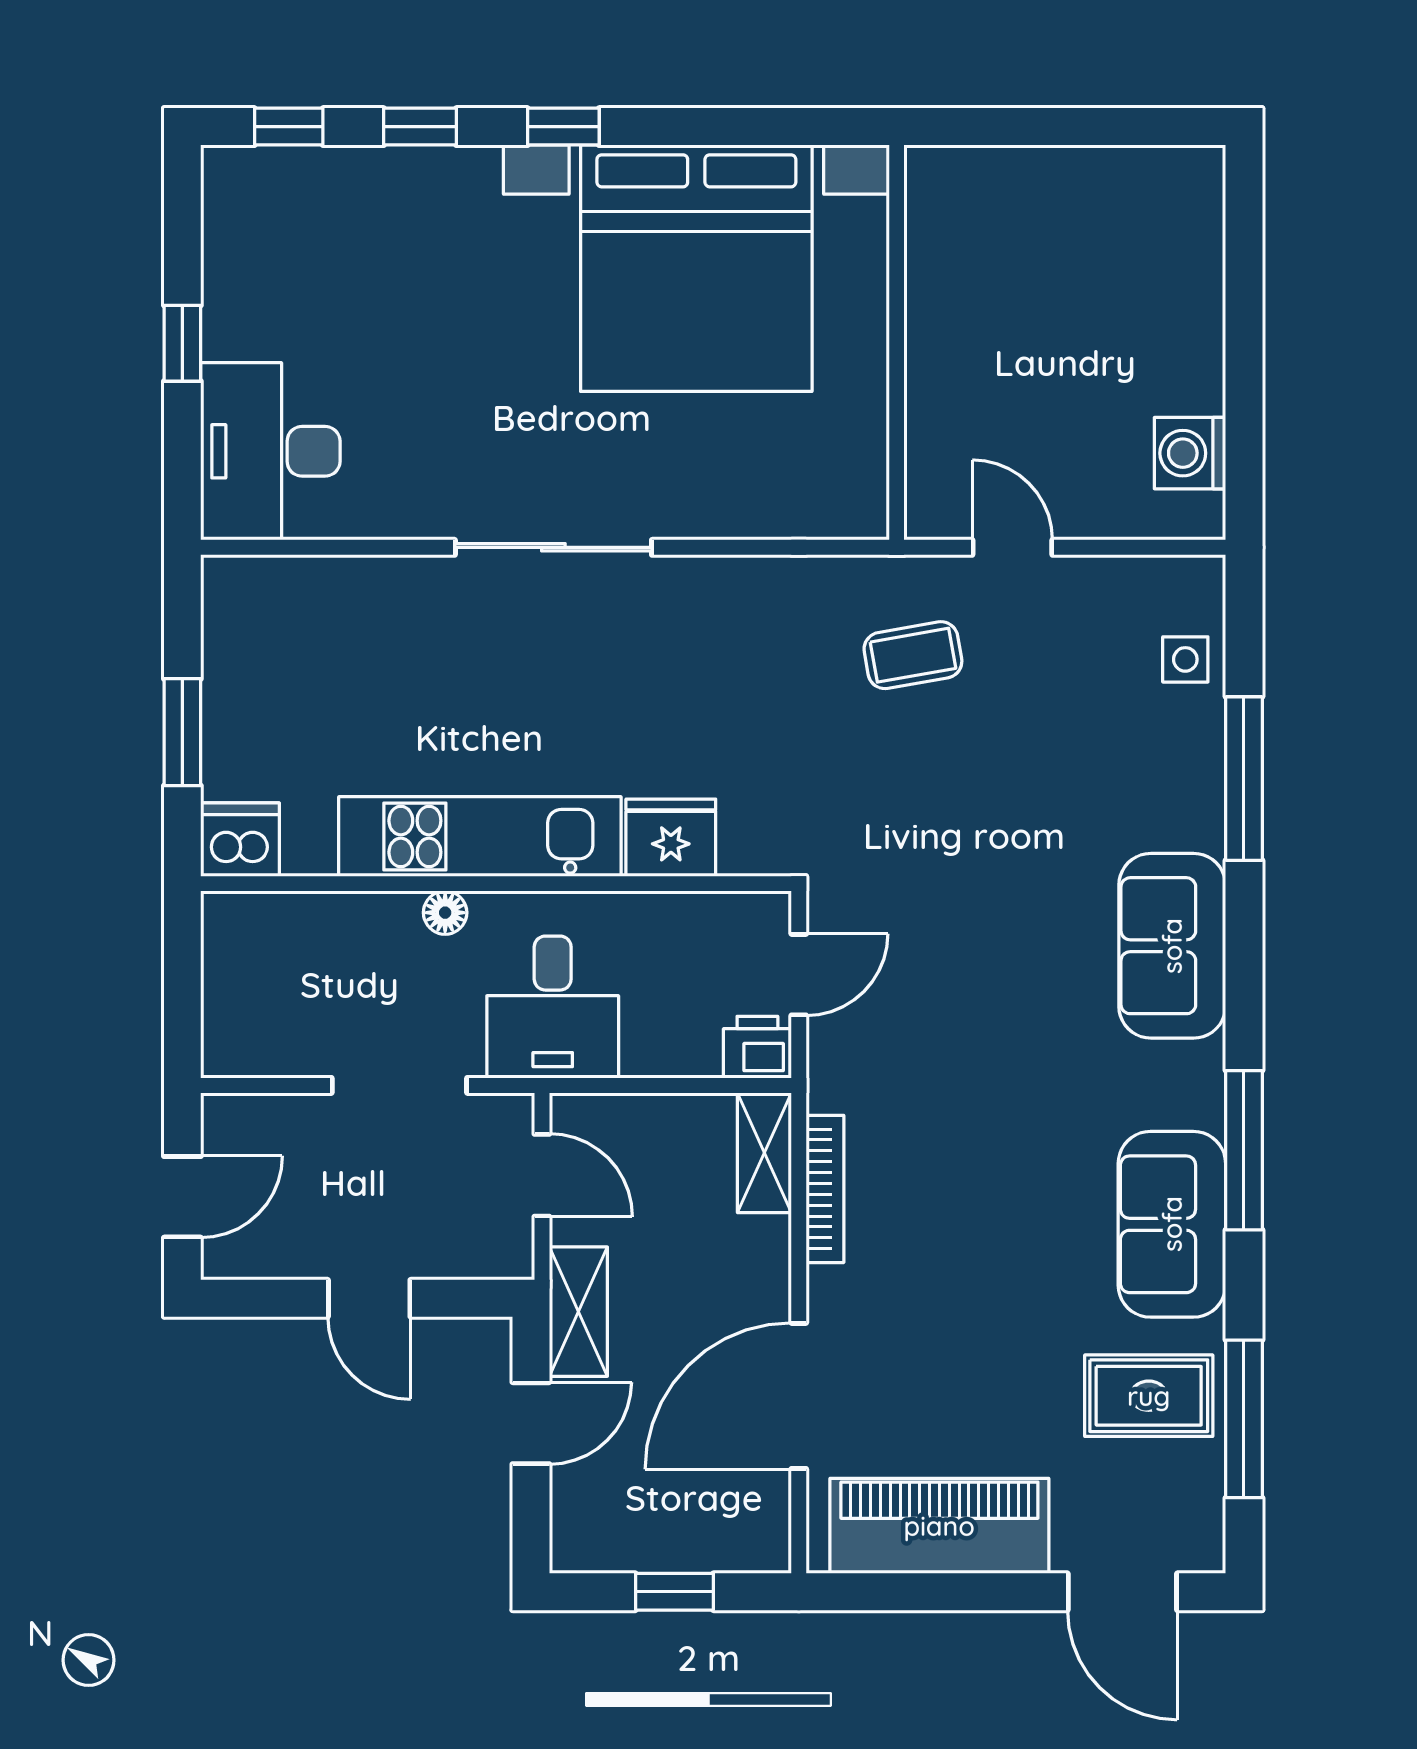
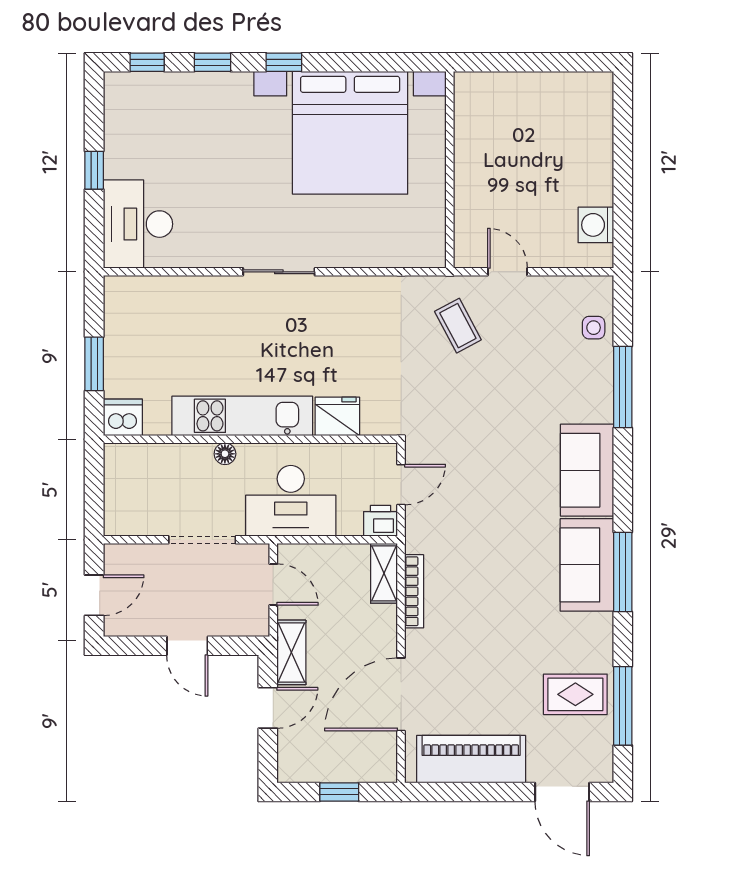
sliding door: (553, 547) -> (279, 272), width x0.73
coffee table: (913, 655) -> (458, 326), turned 72
desk: (553, 1007) -> (291, 501), width x1.37
sofa: (1172, 1224) -> (587, 565), moved

